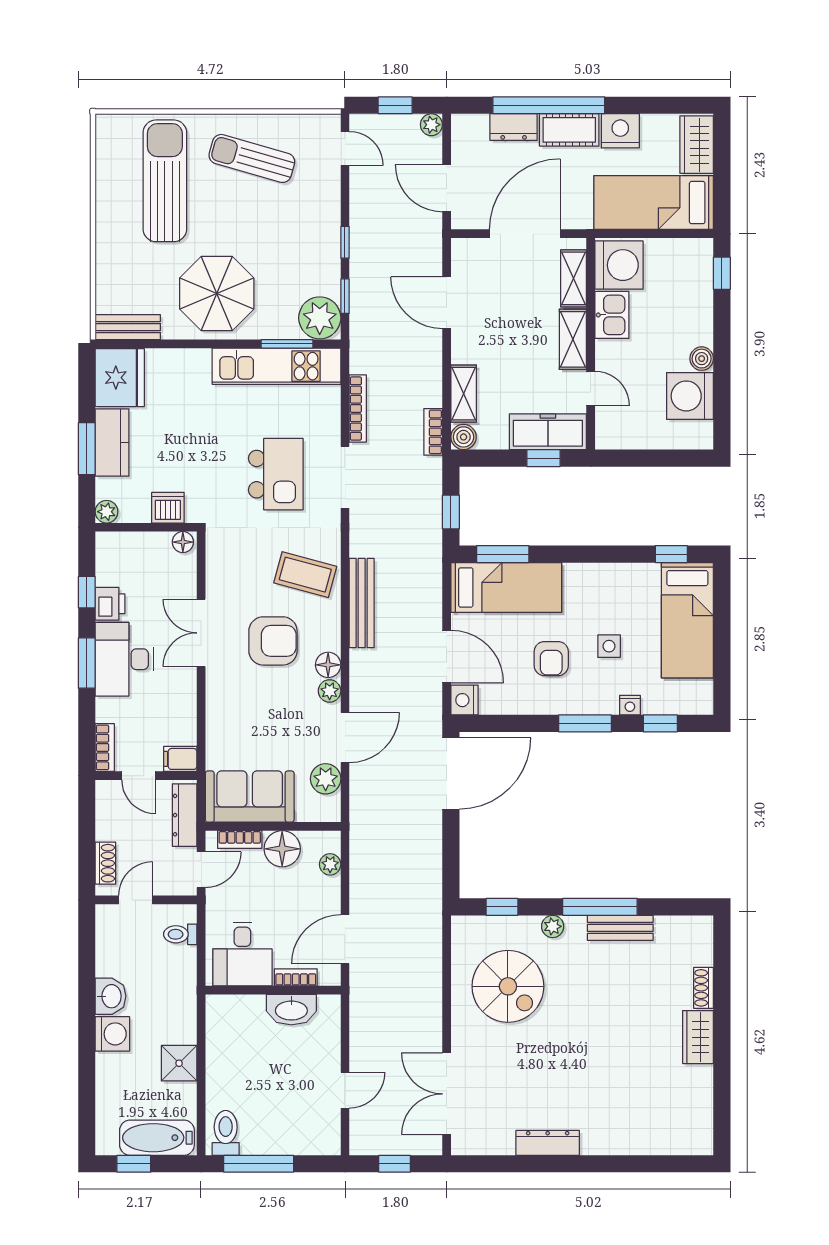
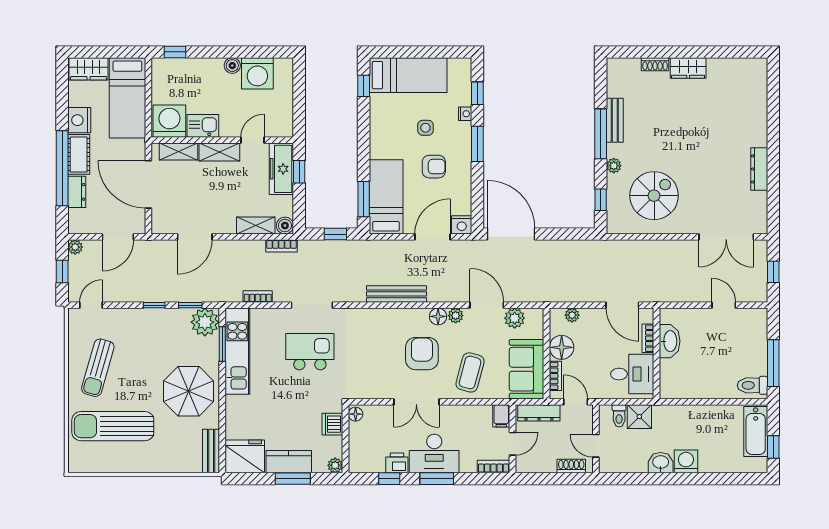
bookcase: (358, 409) -> (258, 297), width x0.64
coffee table: (305, 575) -> (470, 372), moved
shower: (179, 1063) -> (639, 417), moved

